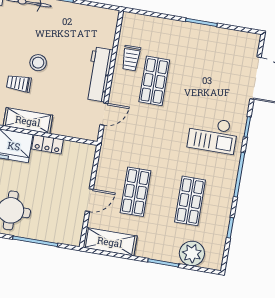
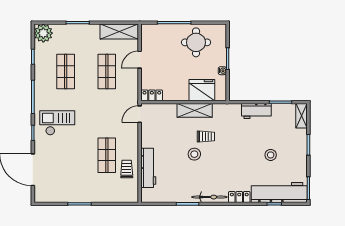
workbench: (99, 74) -> (148, 168), moved
door: (104, 114) -> (140, 114), moved
locker: (48, 144) -> (152, 95), moved
plant: (192, 253) -> (43, 33), moved

